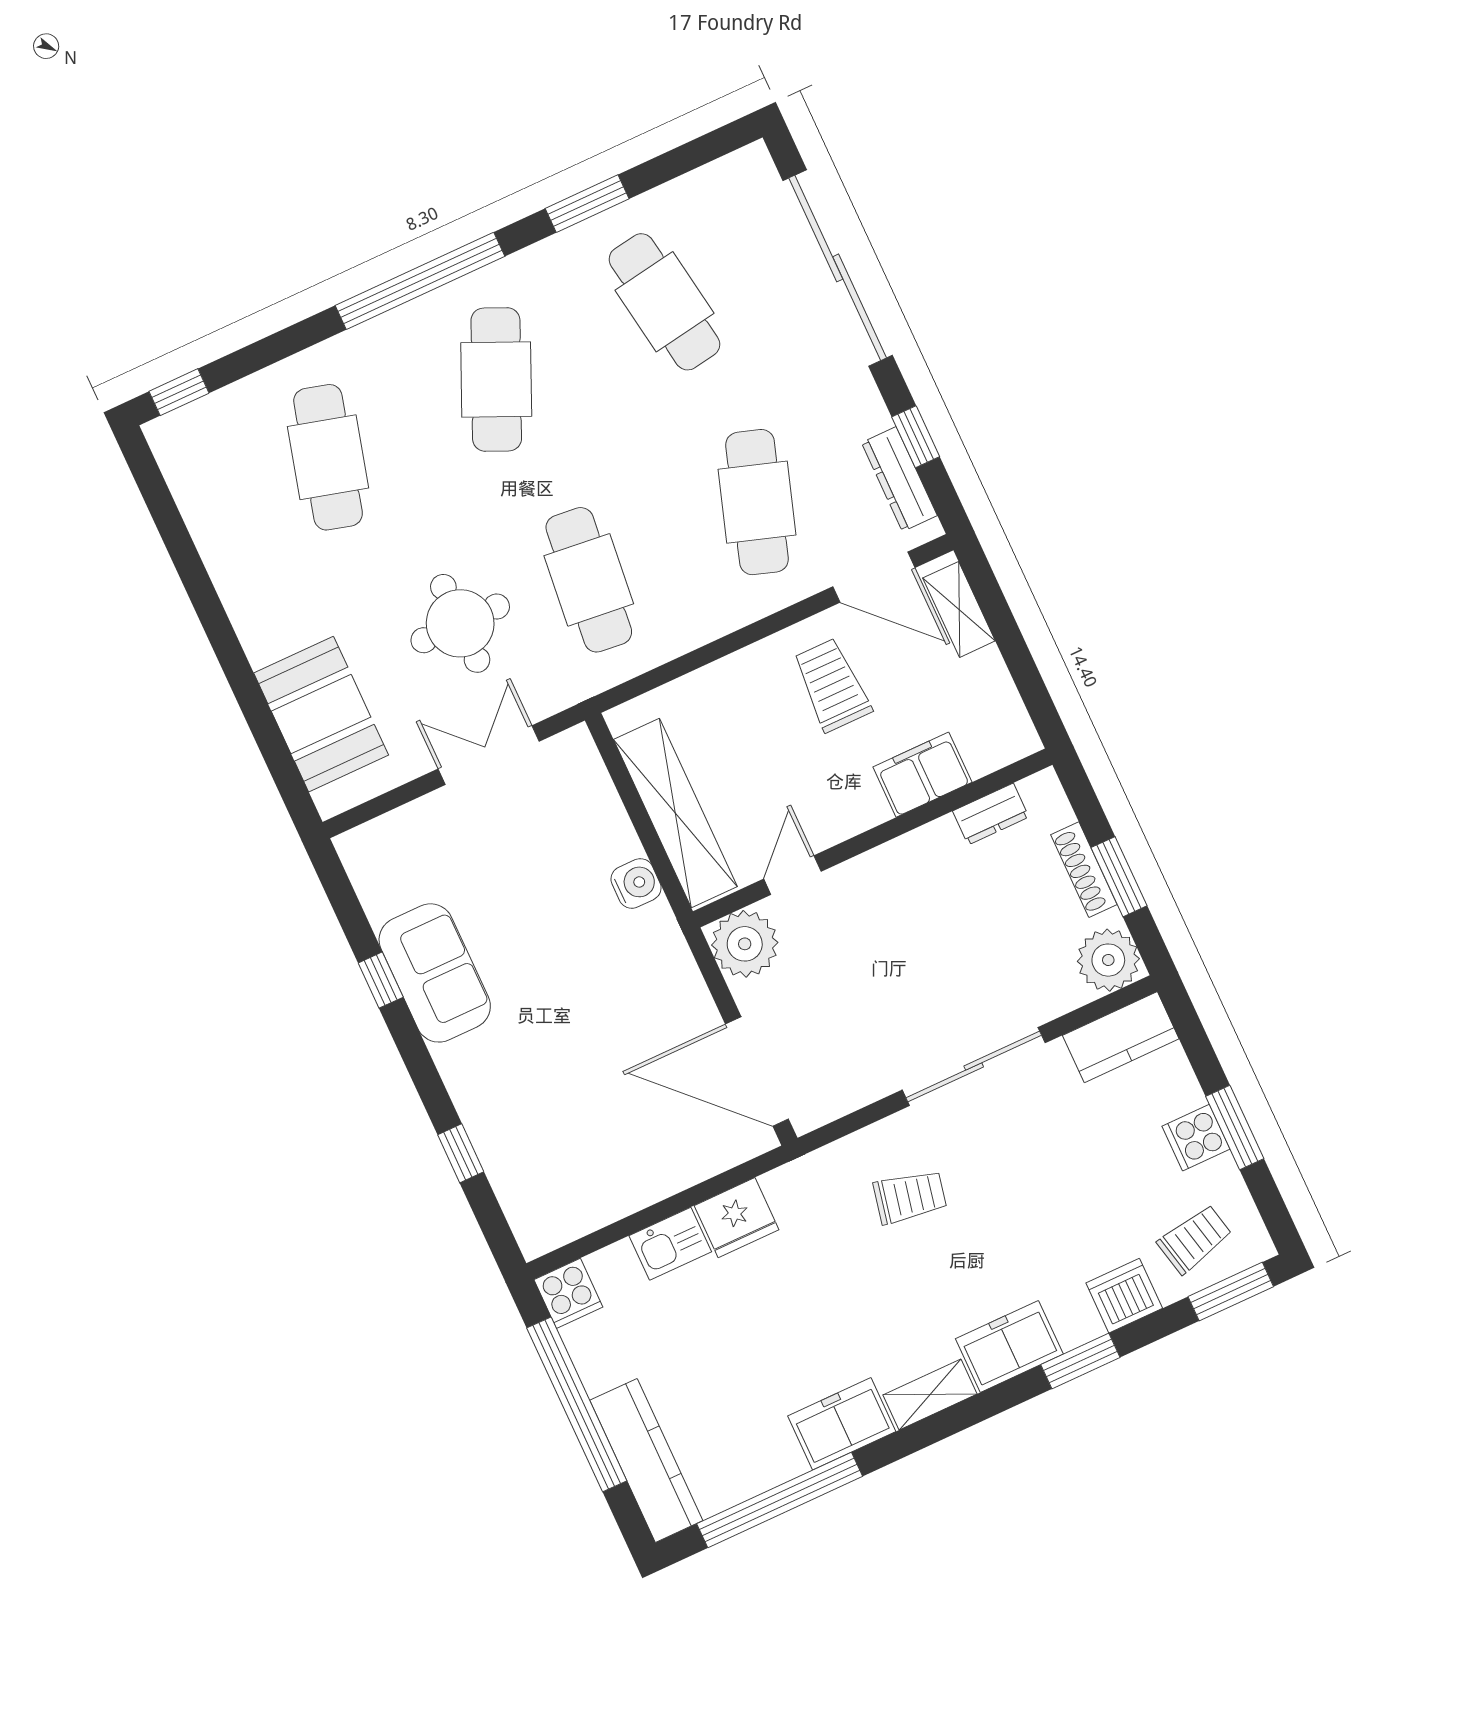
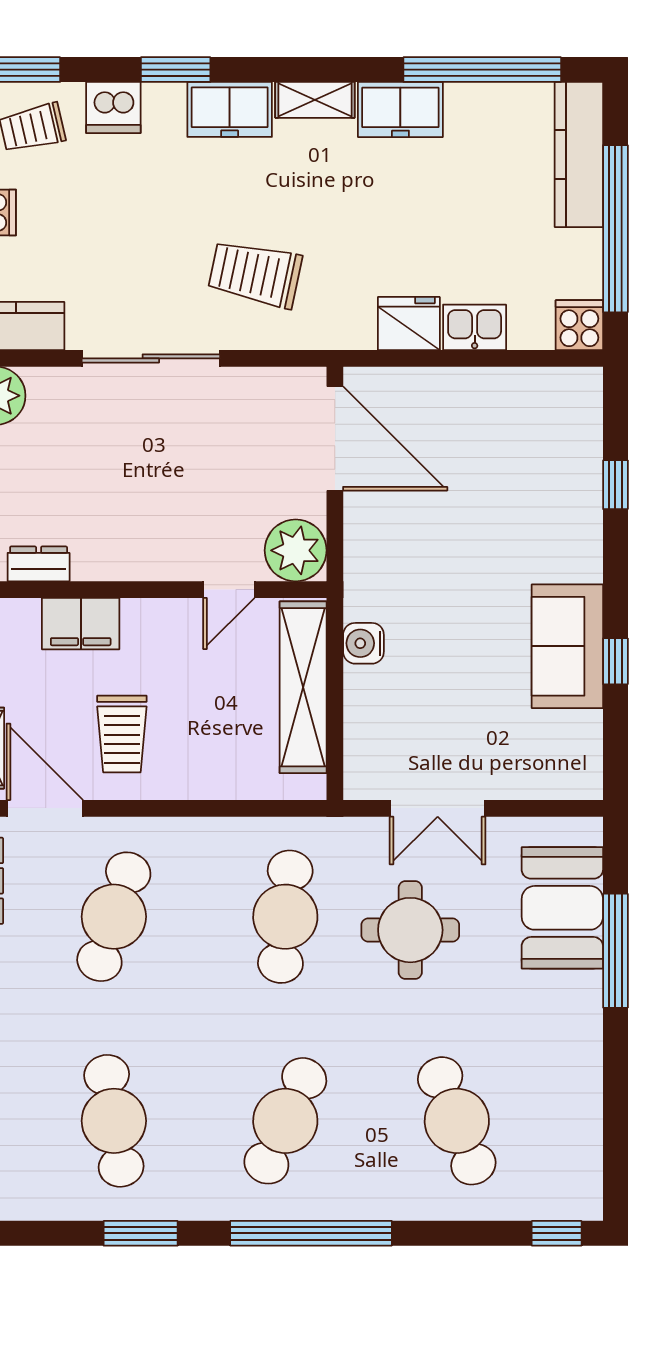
cafe table: (328, 457) -> (457, 1121), turned -36
window: (249, 696) -> (615, 951), added
trolley: (910, 1197) -> (255, 274), width x1.36, depth x1.39

